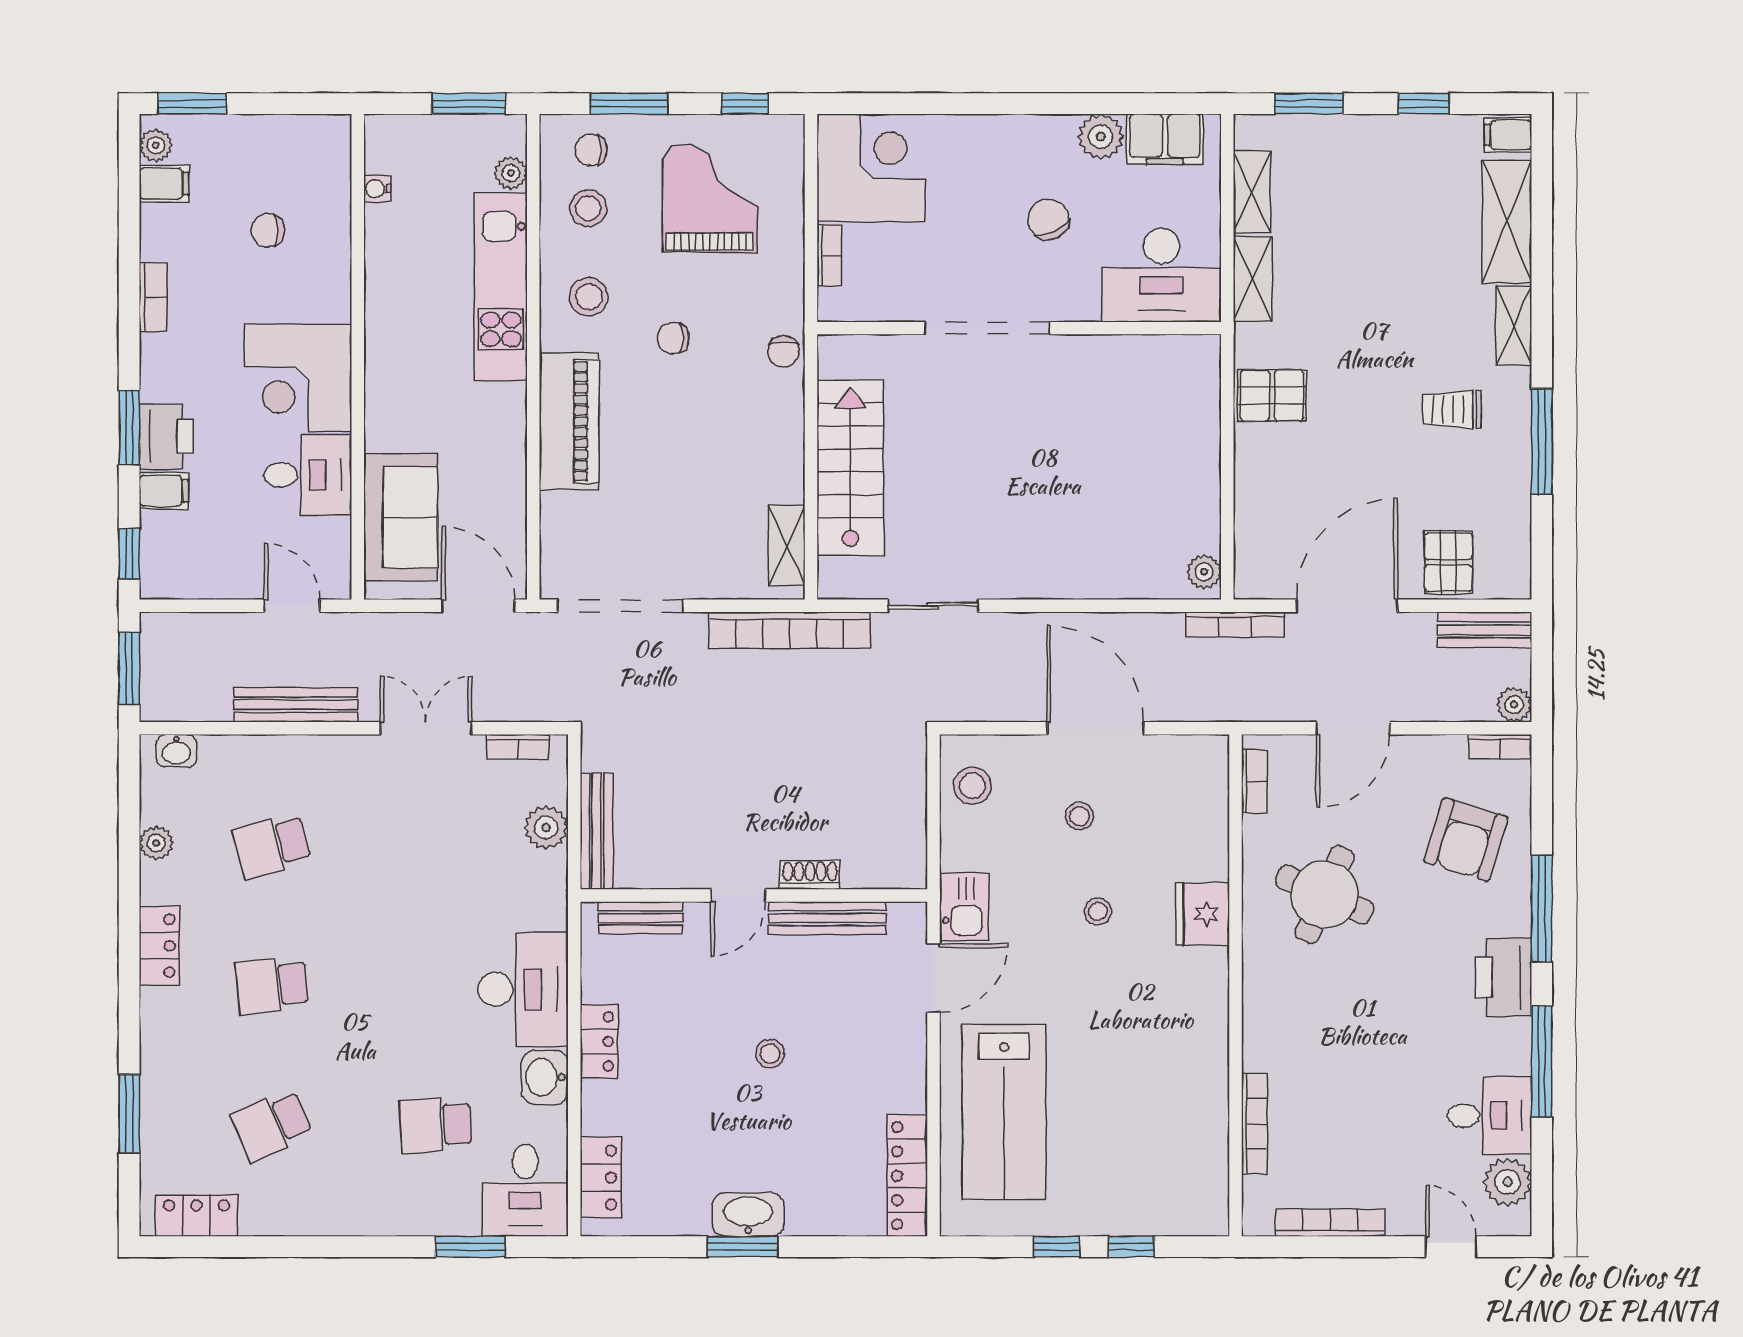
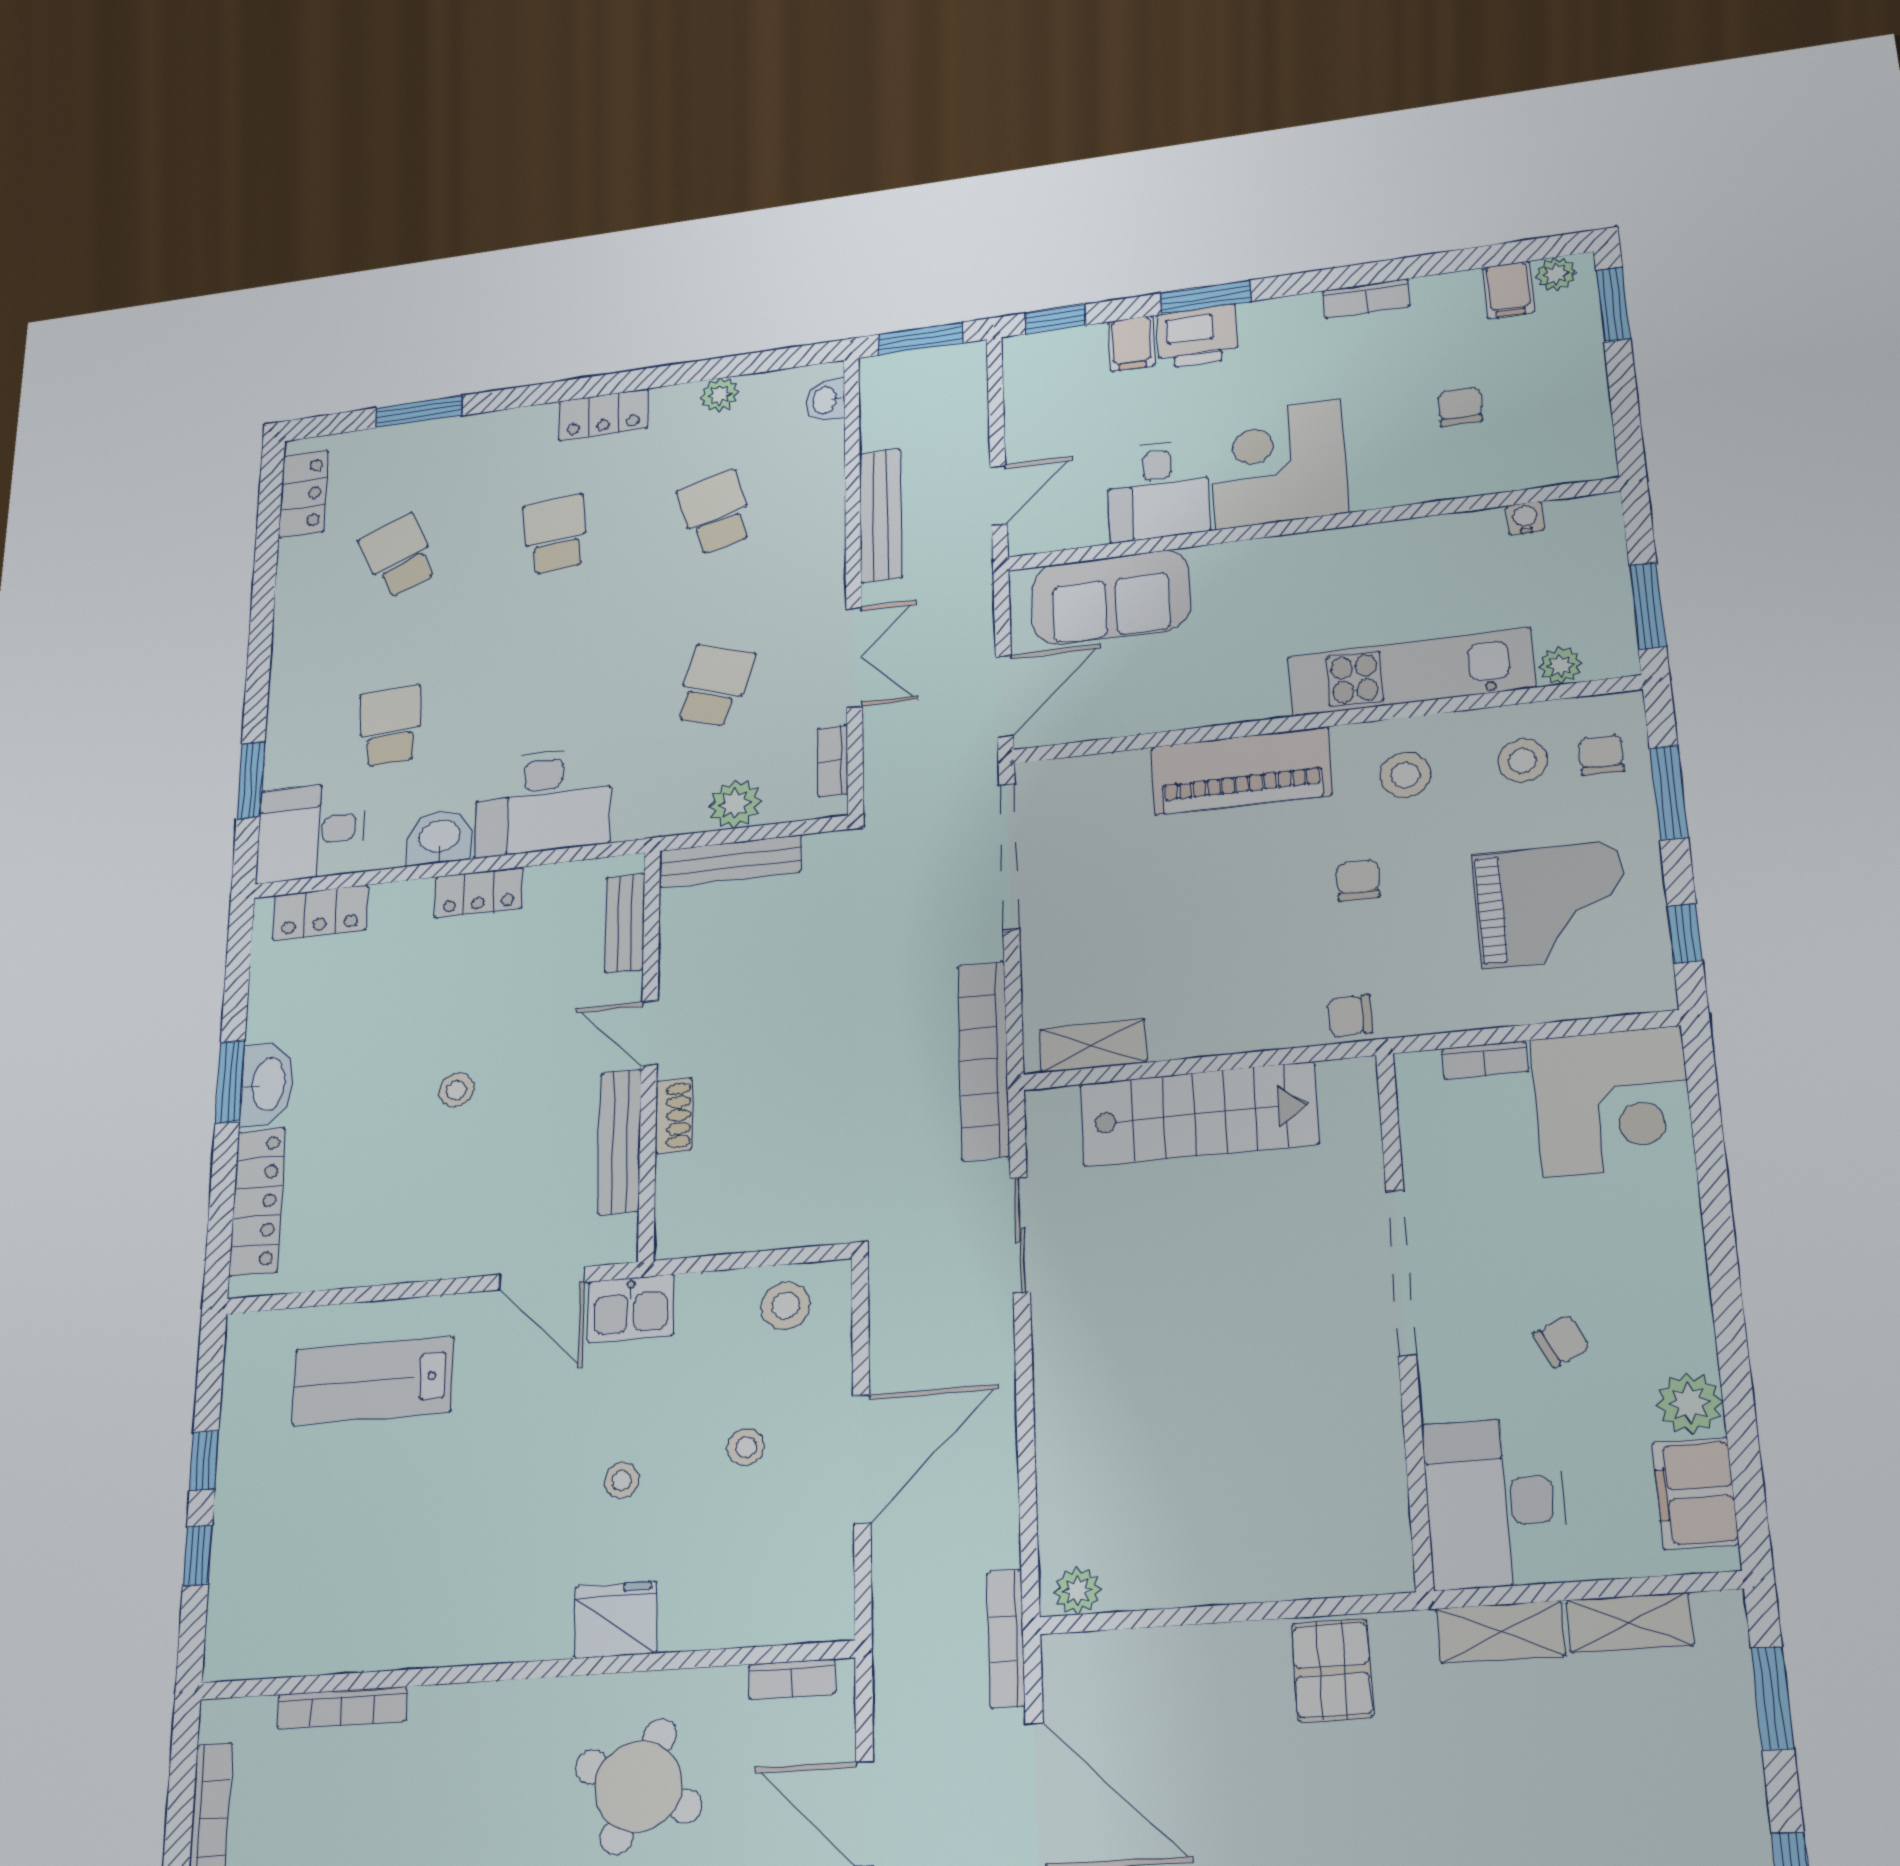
chair: (1048, 220) -> (1562, 1341), width x0.73, depth x0.73
school desk: (436, 846) -> (714, 685), added
lab bench: (1004, 1112) -> (373, 1381), width x0.73, depth x0.72
locker: (907, 1176) -> (257, 1202), moved, turned 90

